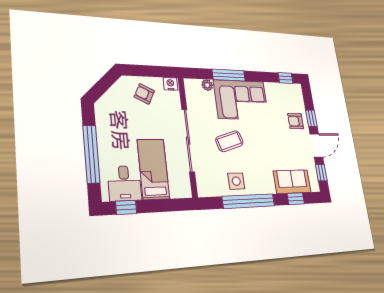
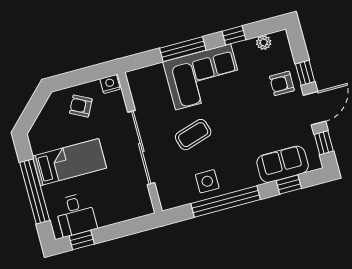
window: (285, 78) -> (234, 35), moved
plant: (207, 85) -> (264, 42), moved
bed: (153, 169) -> (69, 162), moved, turned 90

